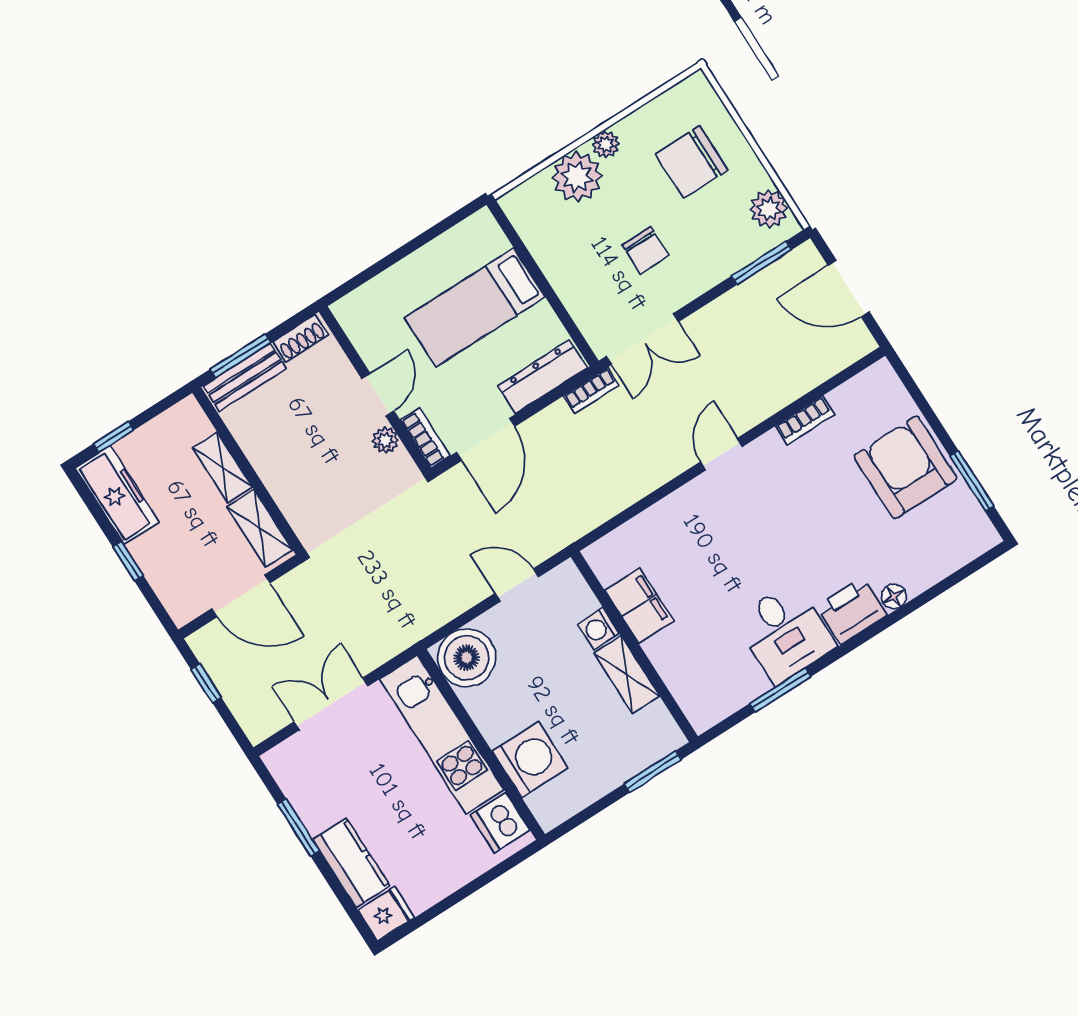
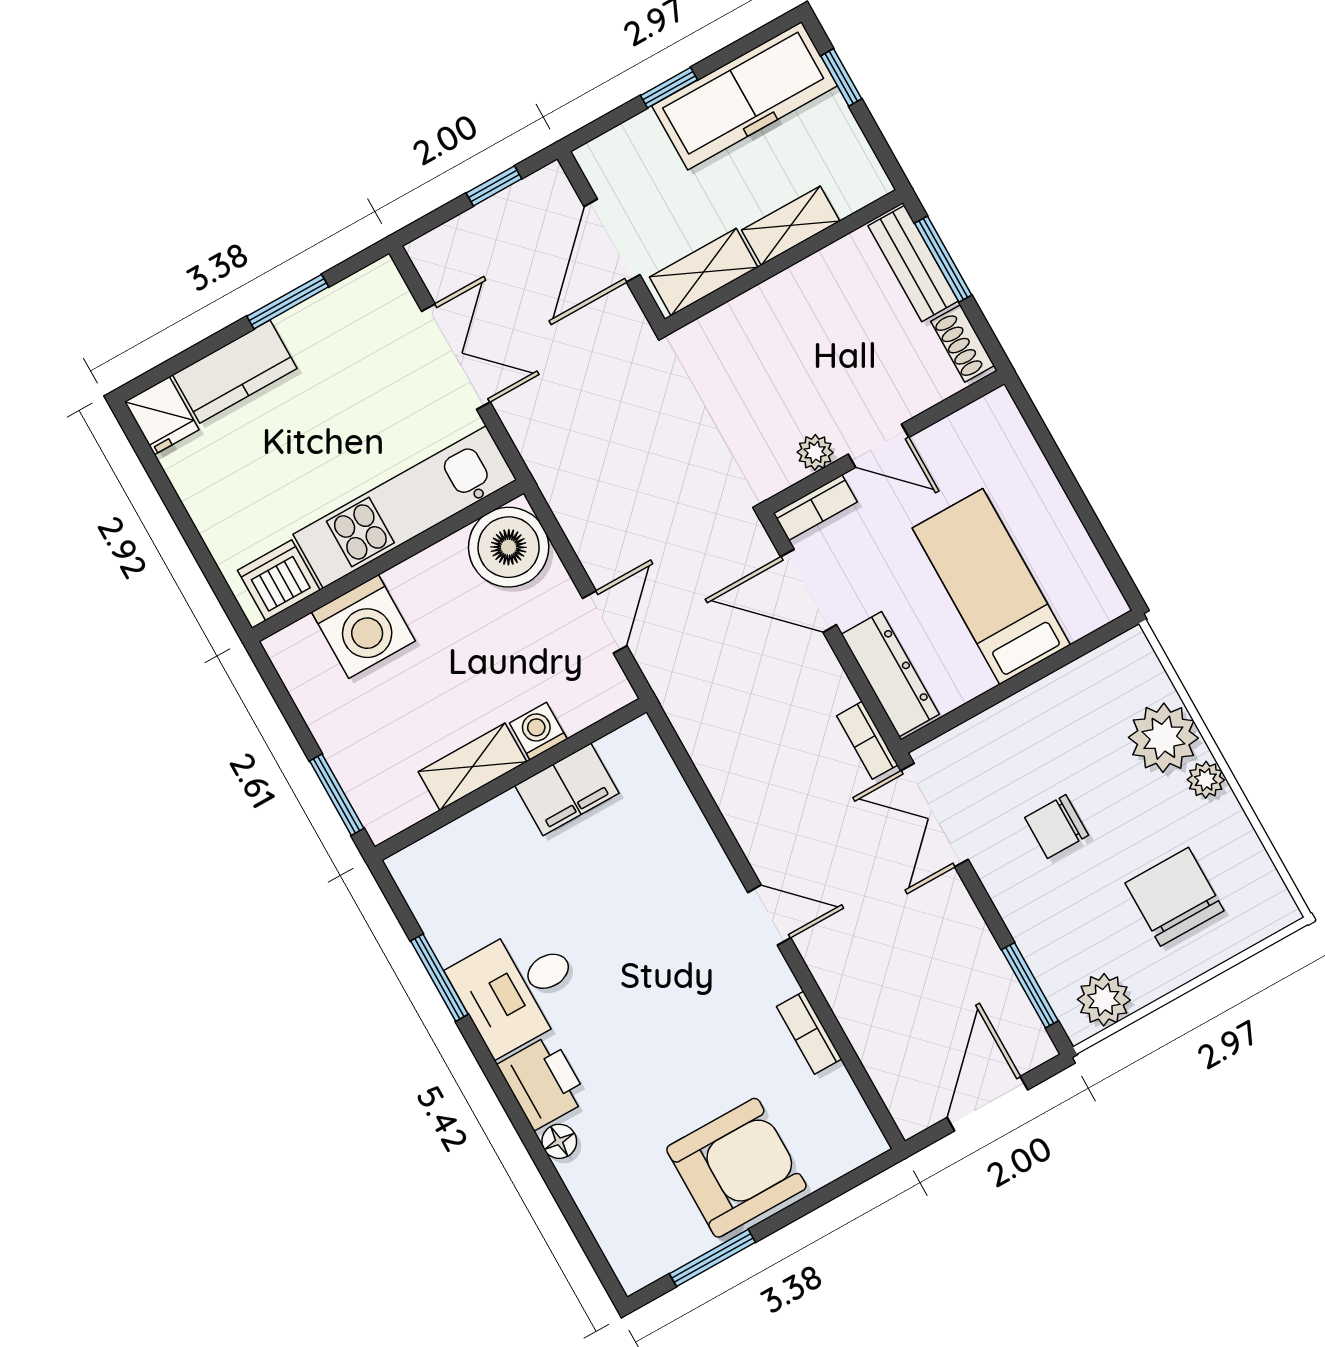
freezer: (117, 495) -> (745, 96), width x1.36, depth x1.26

